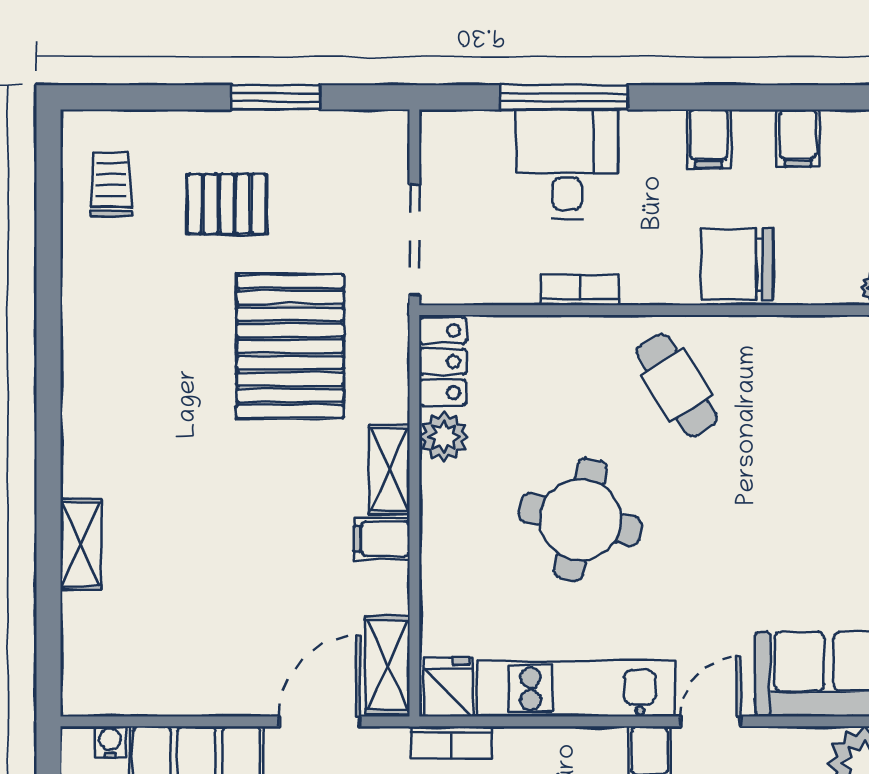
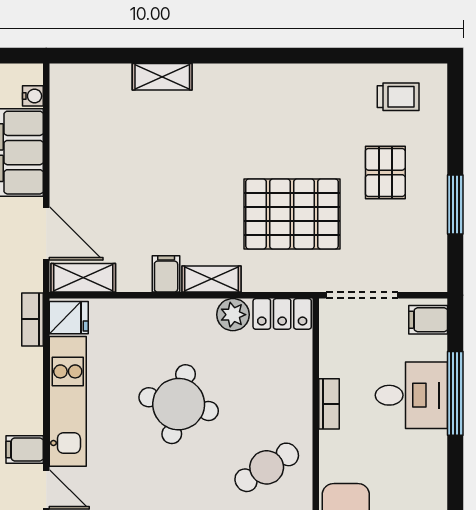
filing cabinet: (709, 139) -> (428, 320), moved

